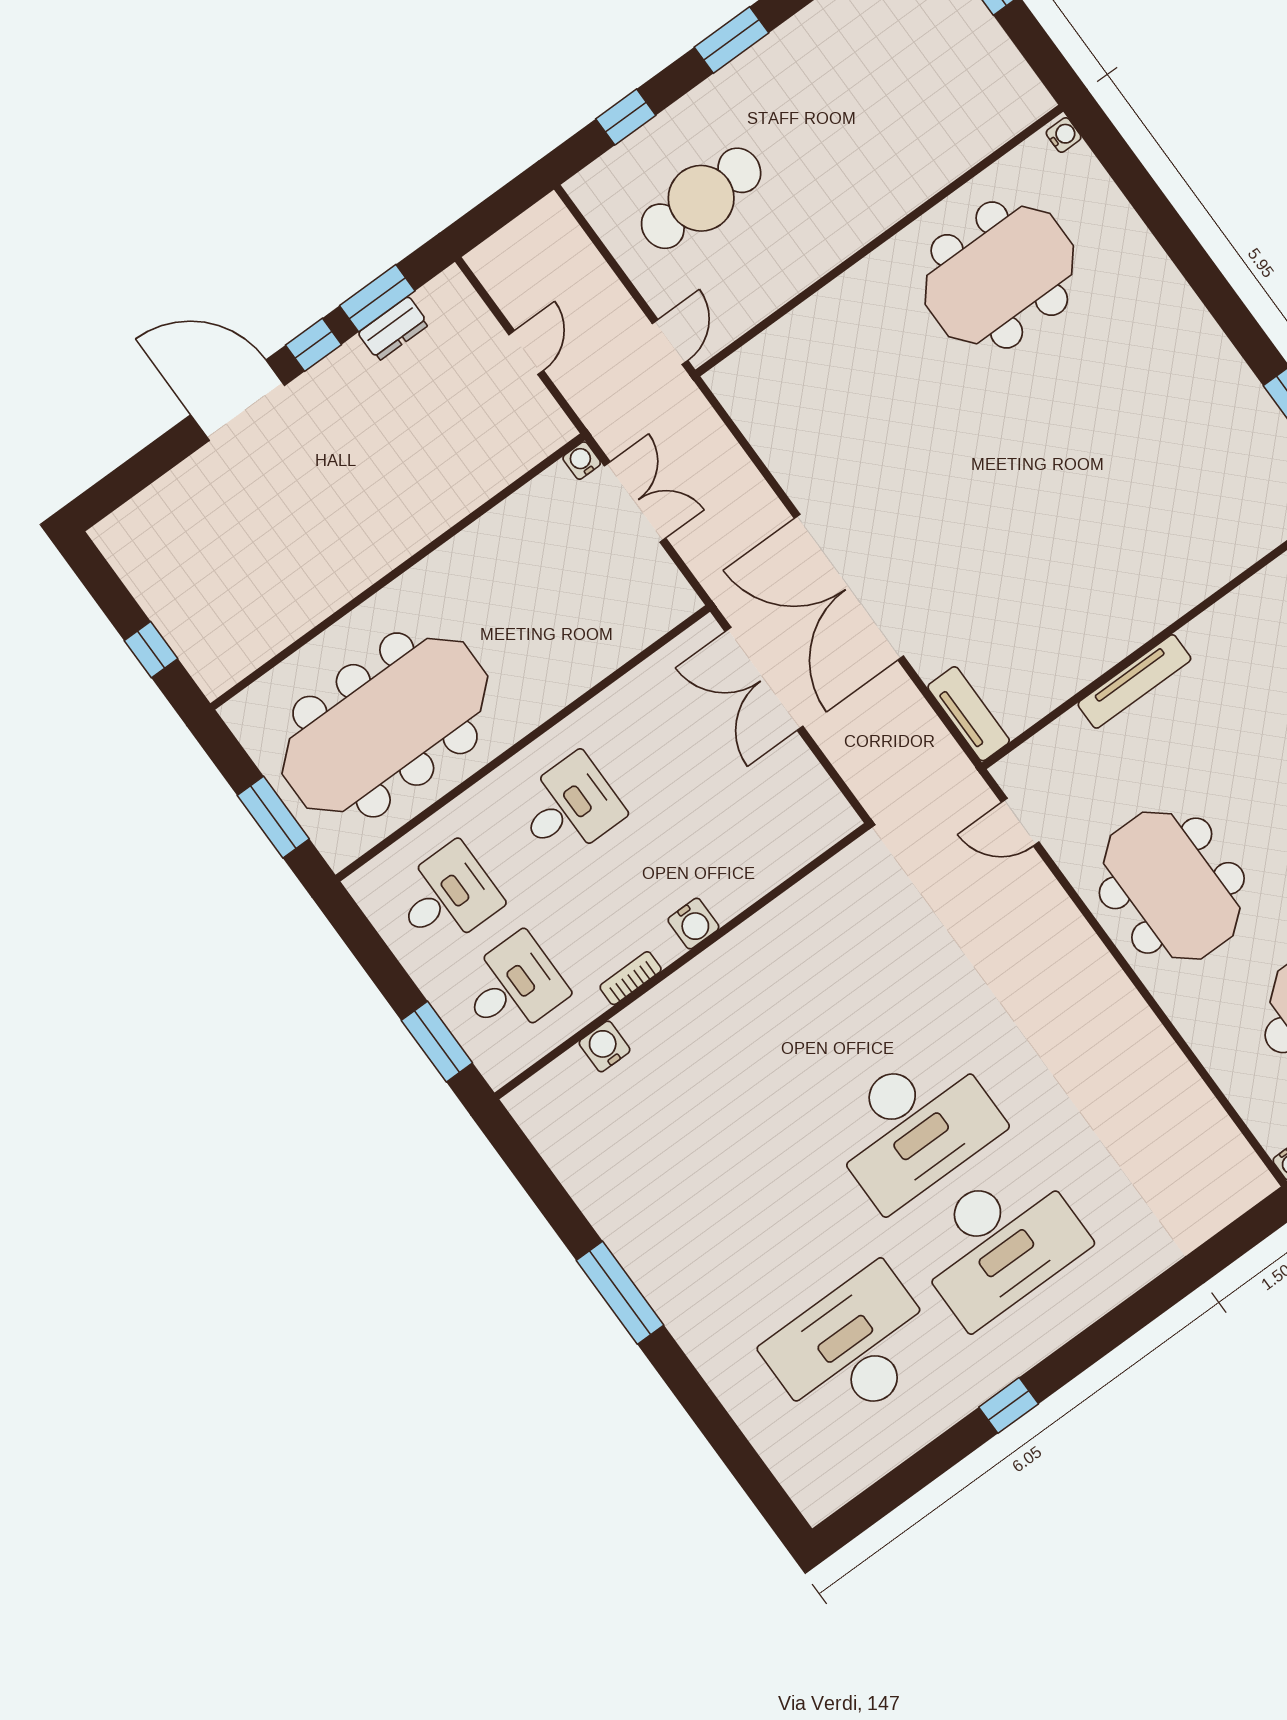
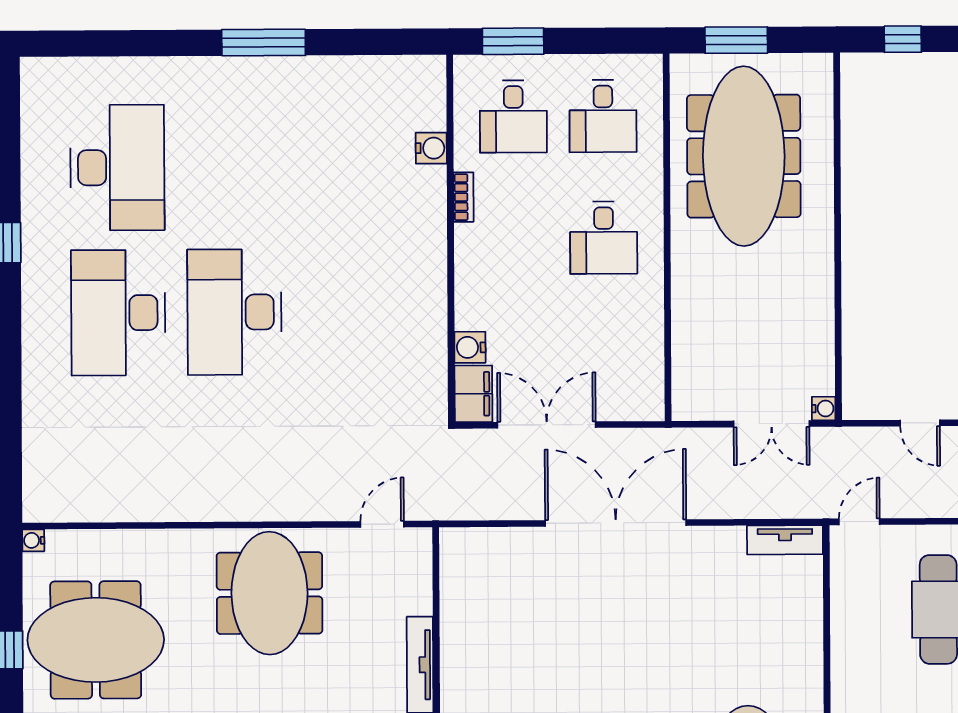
door: (670, 342) -> (859, 522), swing flipped
double door: (764, 679) -> (547, 425), moved
tv unit: (969, 714) -> (785, 540), moved
filing cabinet: (822, 825) -> (473, 394), added
meeting table: (1172, 886) -> (270, 593), turned 90
water cooler: (693, 924) -> (470, 347), moved

